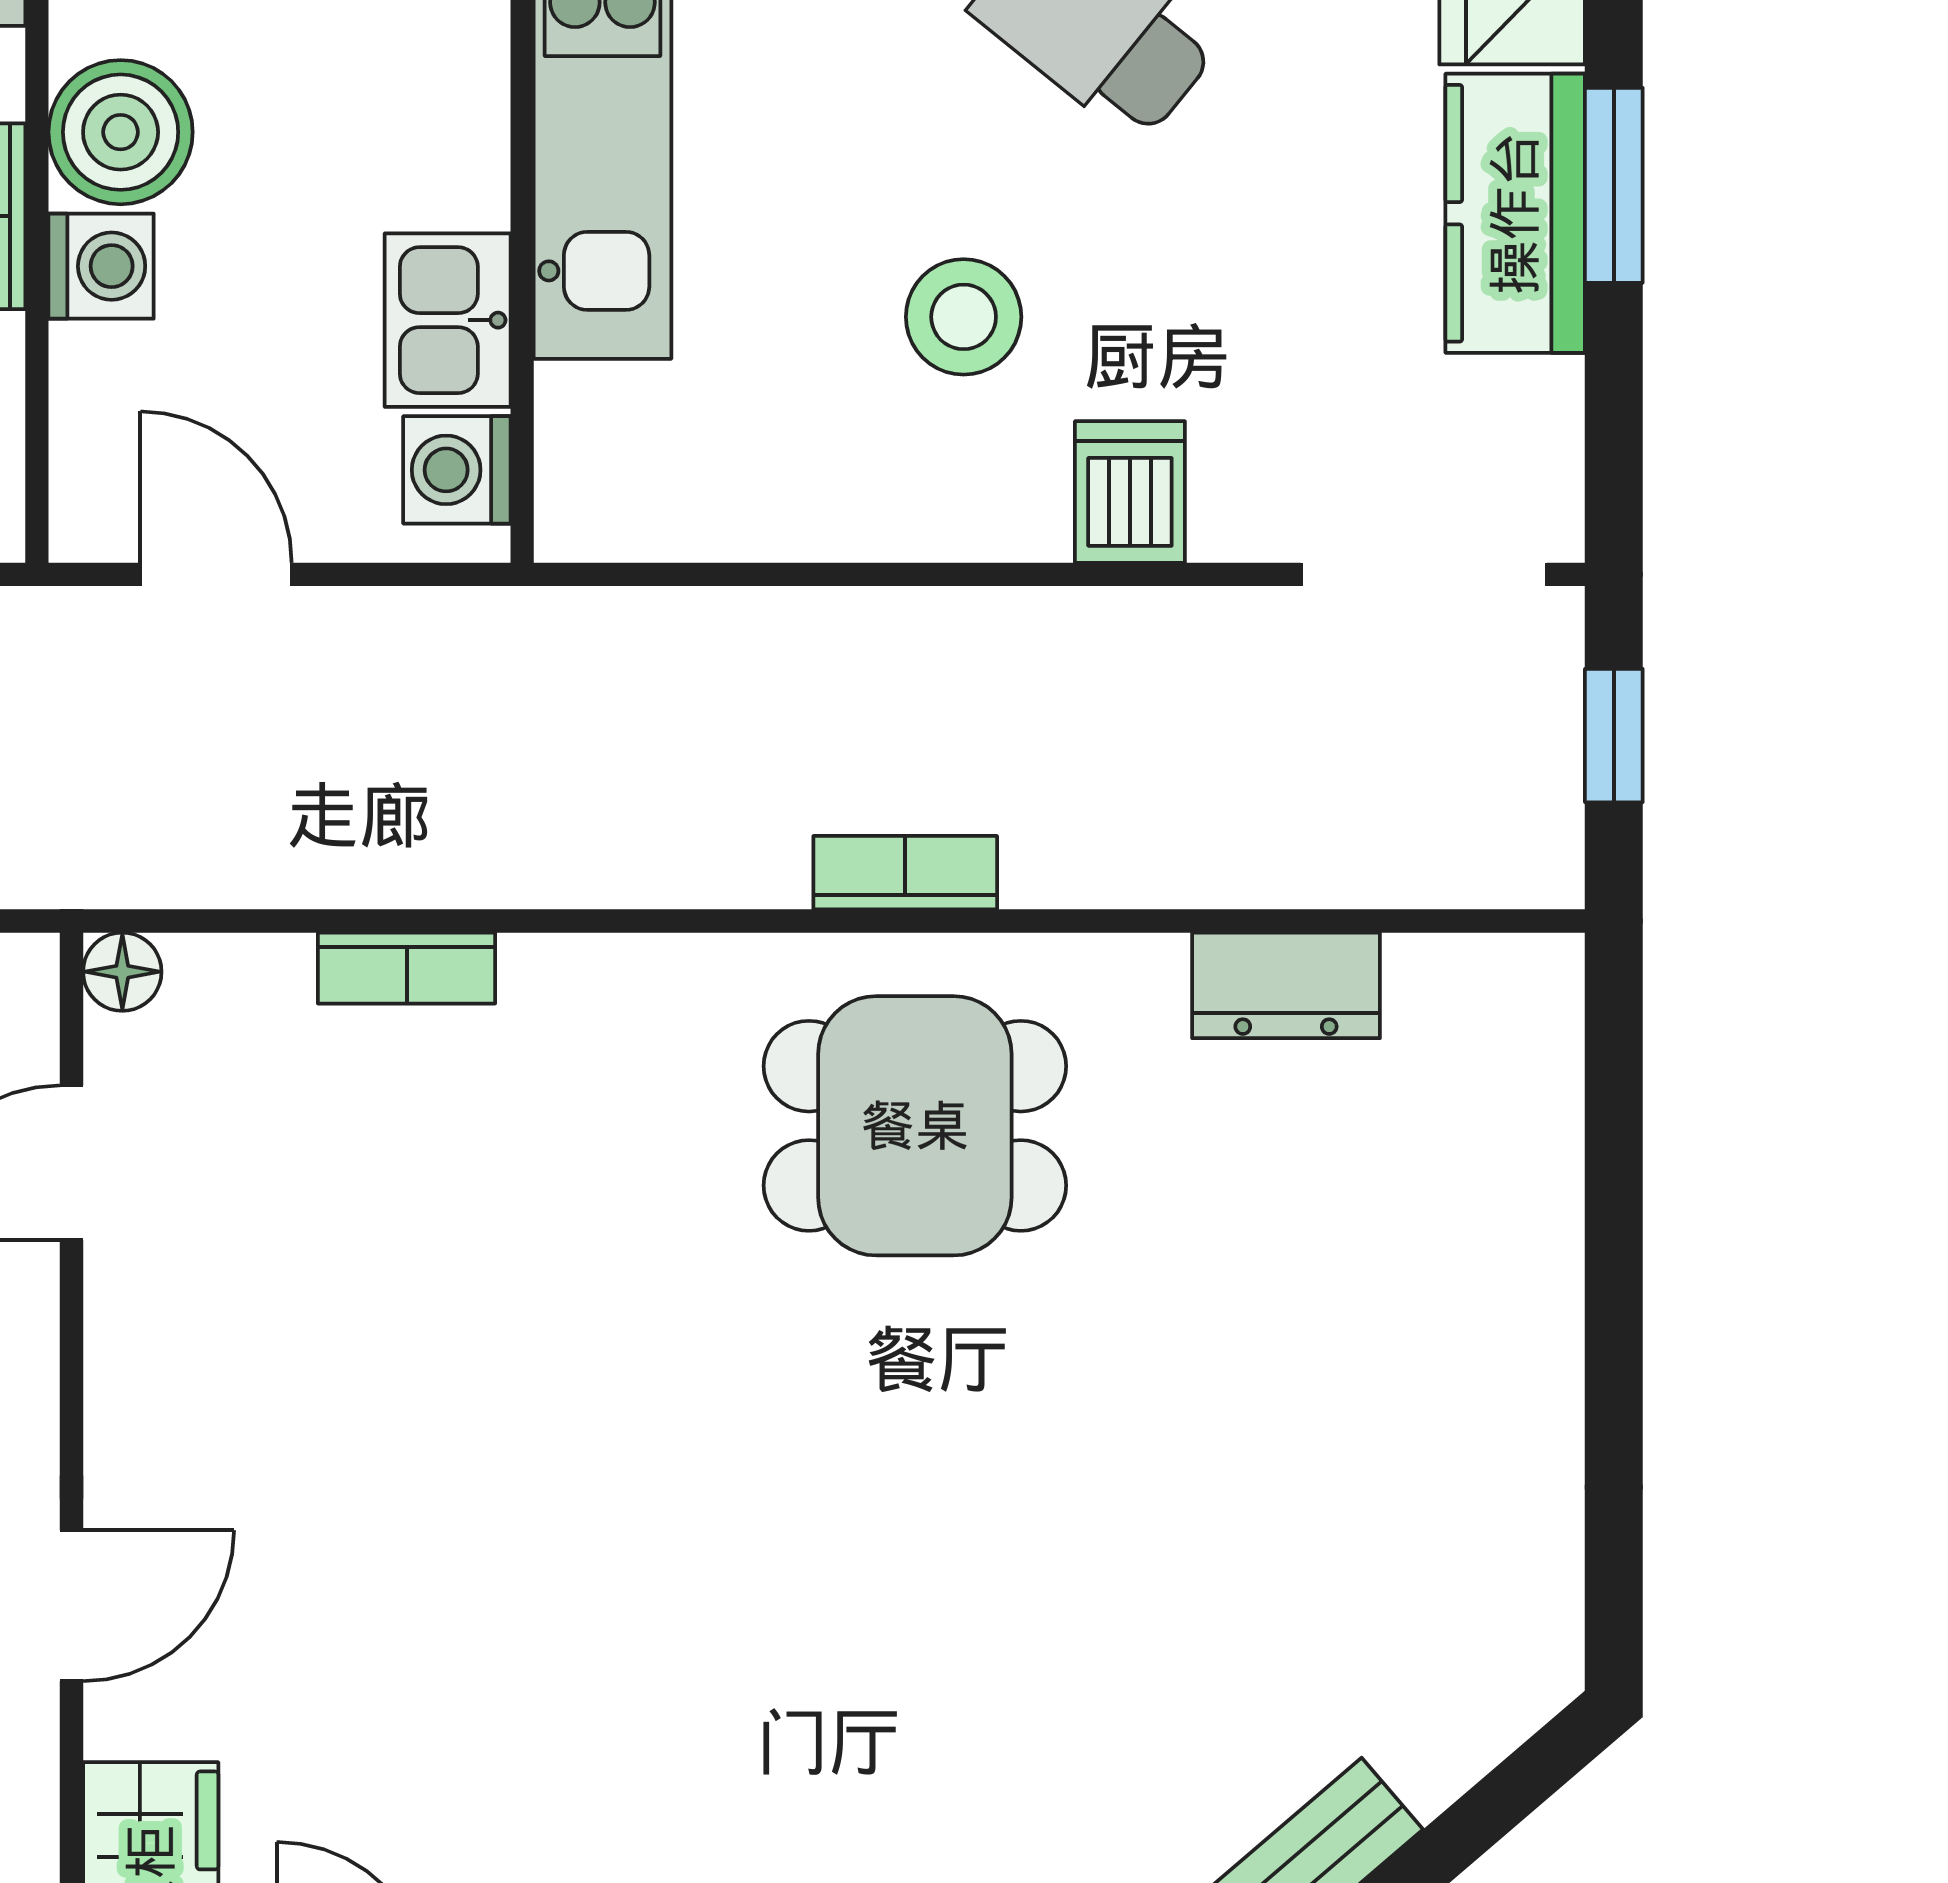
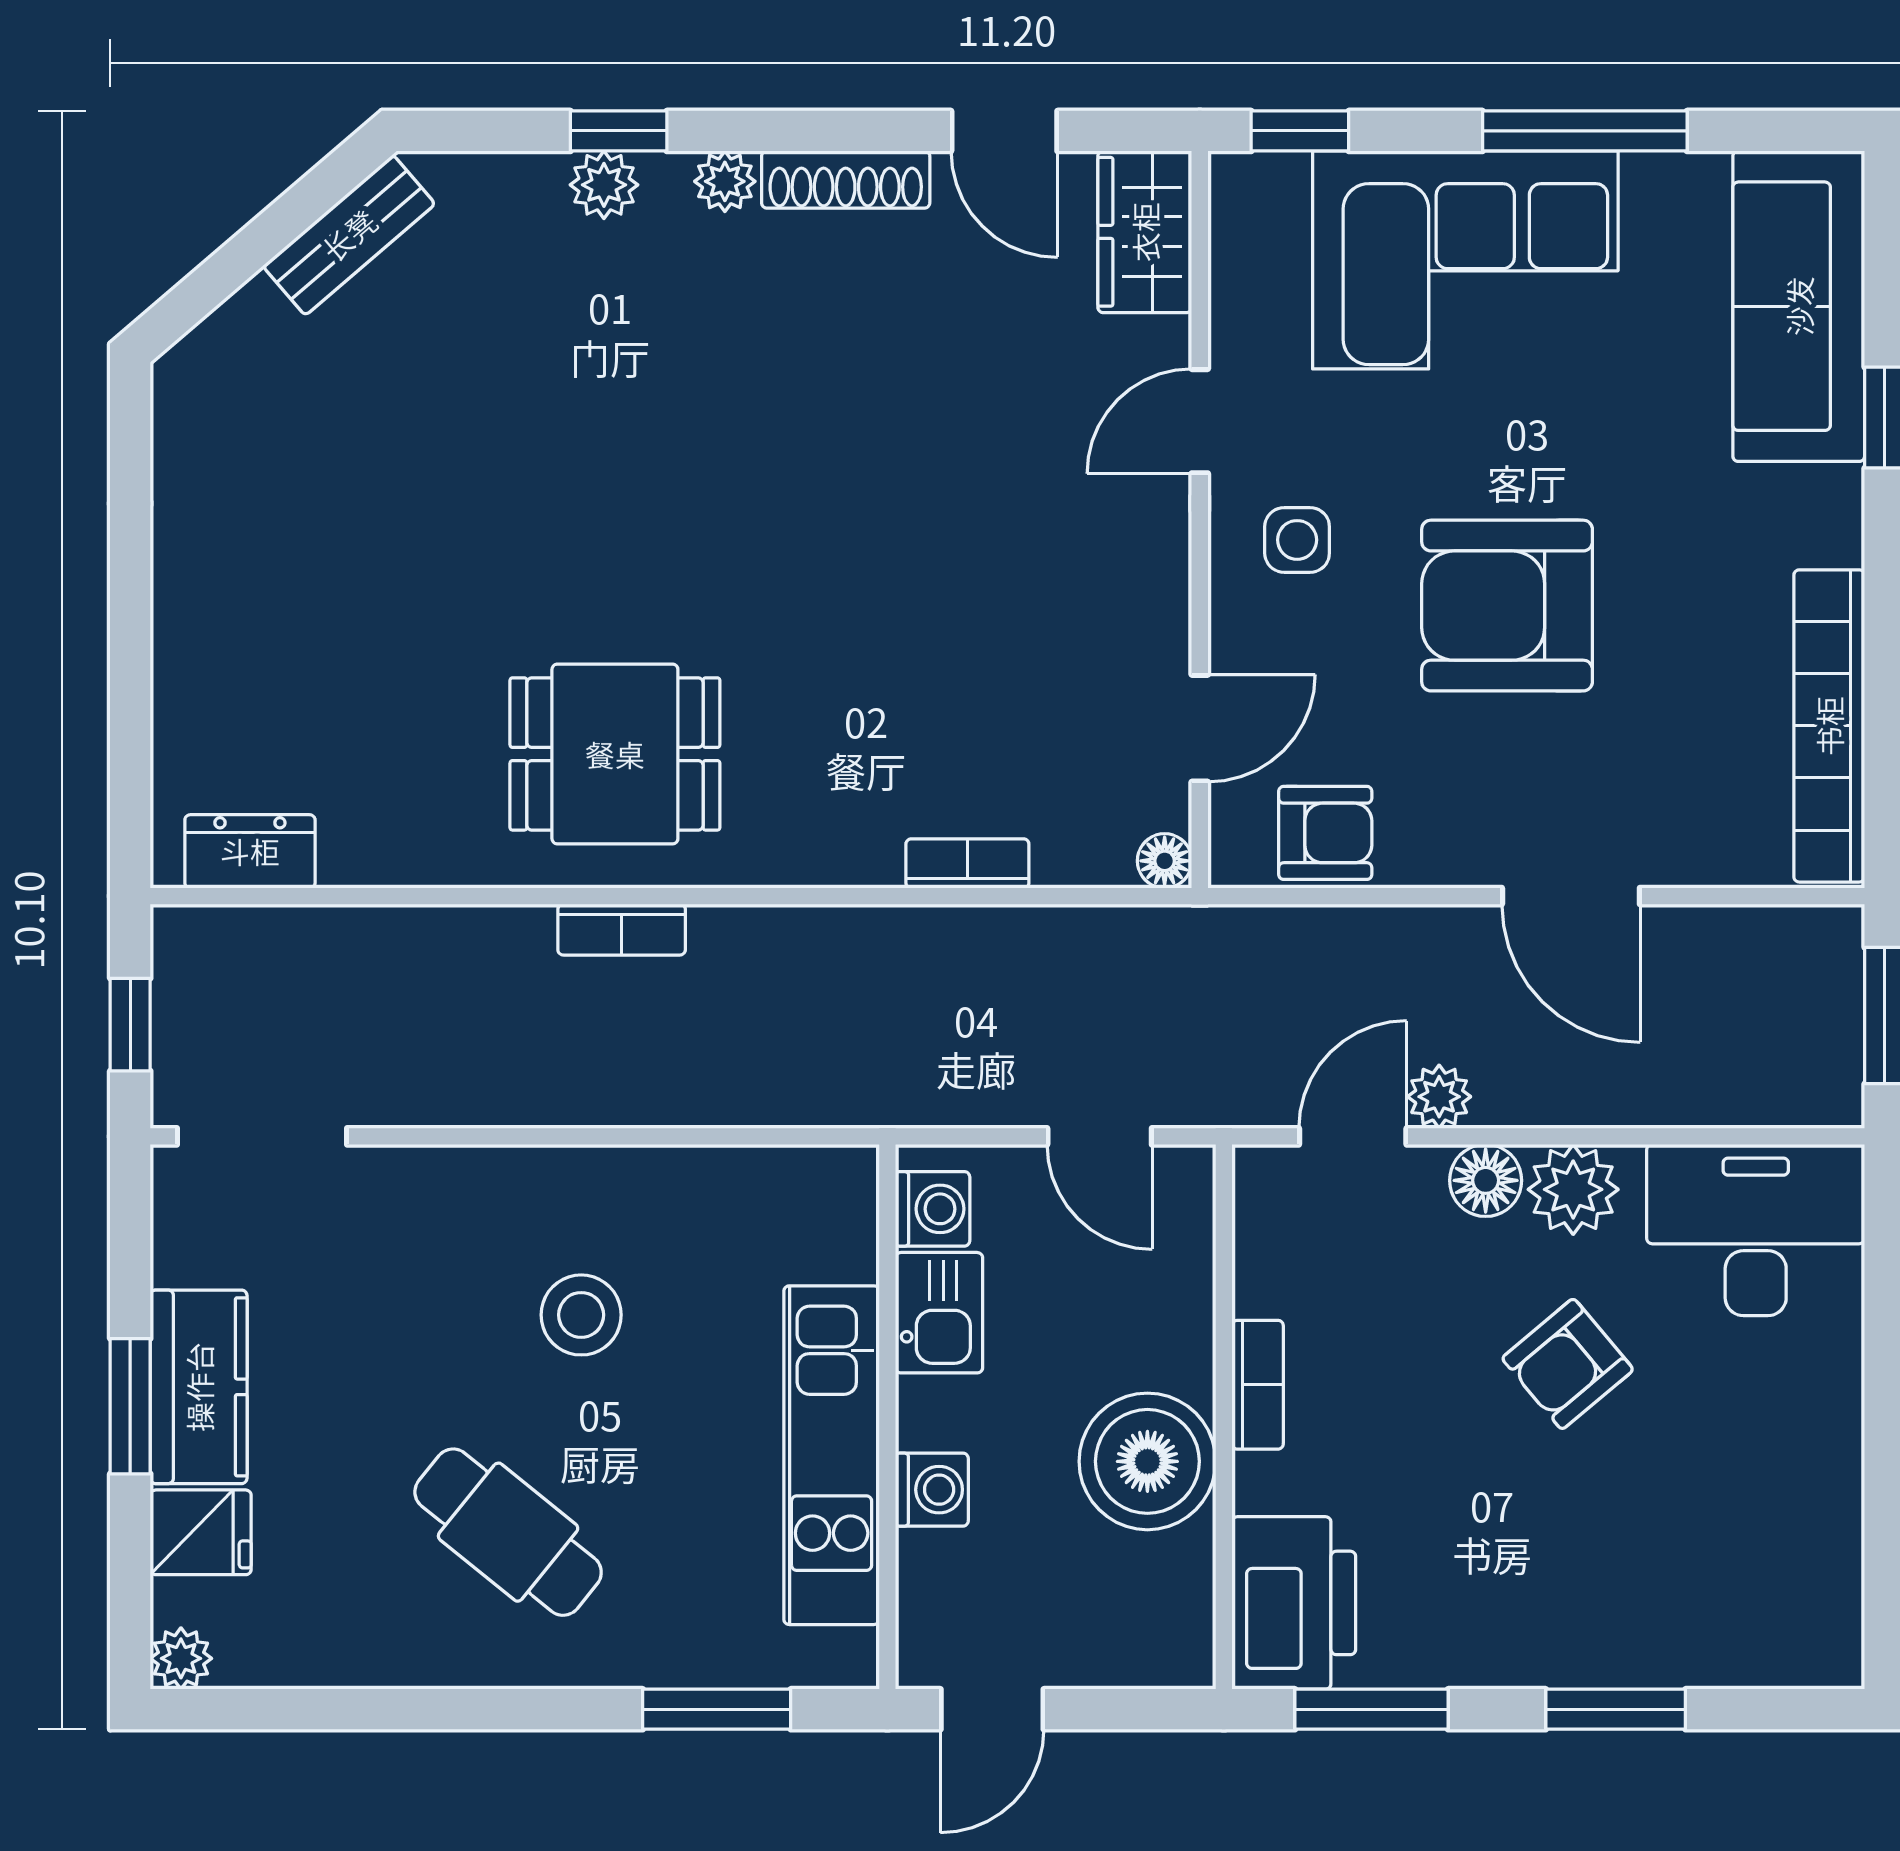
boiler: (121, 132) -> (1147, 1461), width x1.37, depth x1.37
washing machine: (101, 266) -> (932, 1490), moved, turned 180
dishwasher: (1130, 492) -> (466, 1194), removed
dresser: (1286, 985) -> (250, 851), moved

